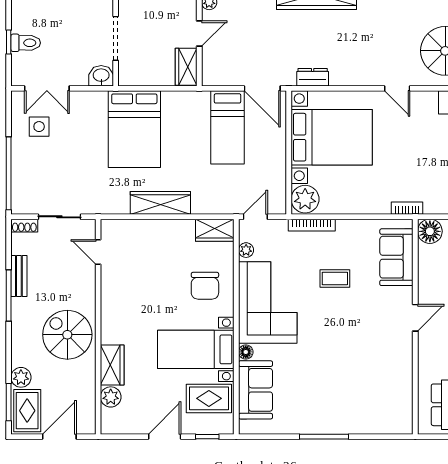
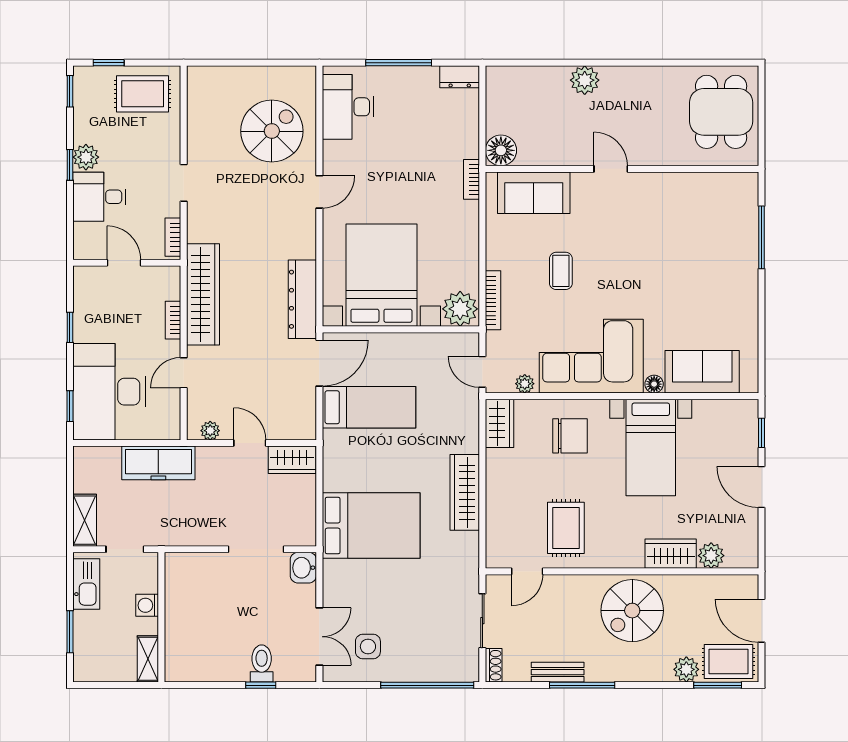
dresser: (313, 77) -> (302, 299), width x1.96, depth x1.24
rug: (209, 398) -> (566, 528), moved
window: (324, 437) -> (762, 237), moved

